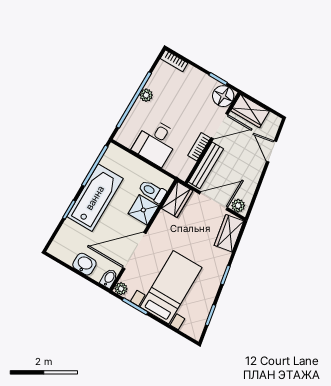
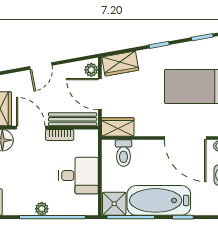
door: (272, 151) -> (41, 66), moved
shower: (143, 210) -> (114, 204), moved

